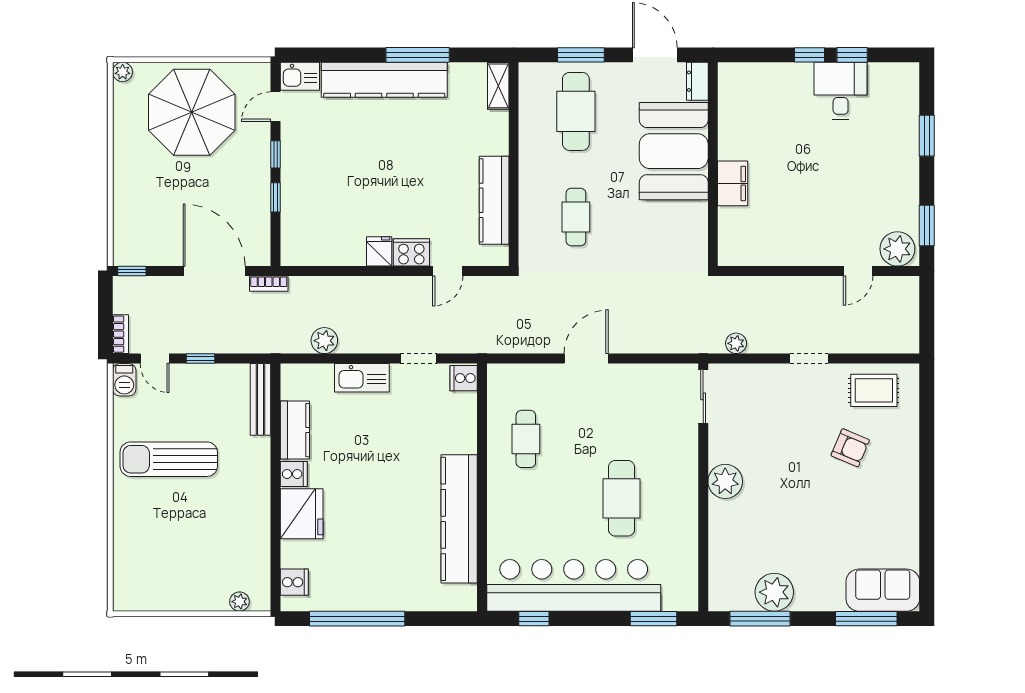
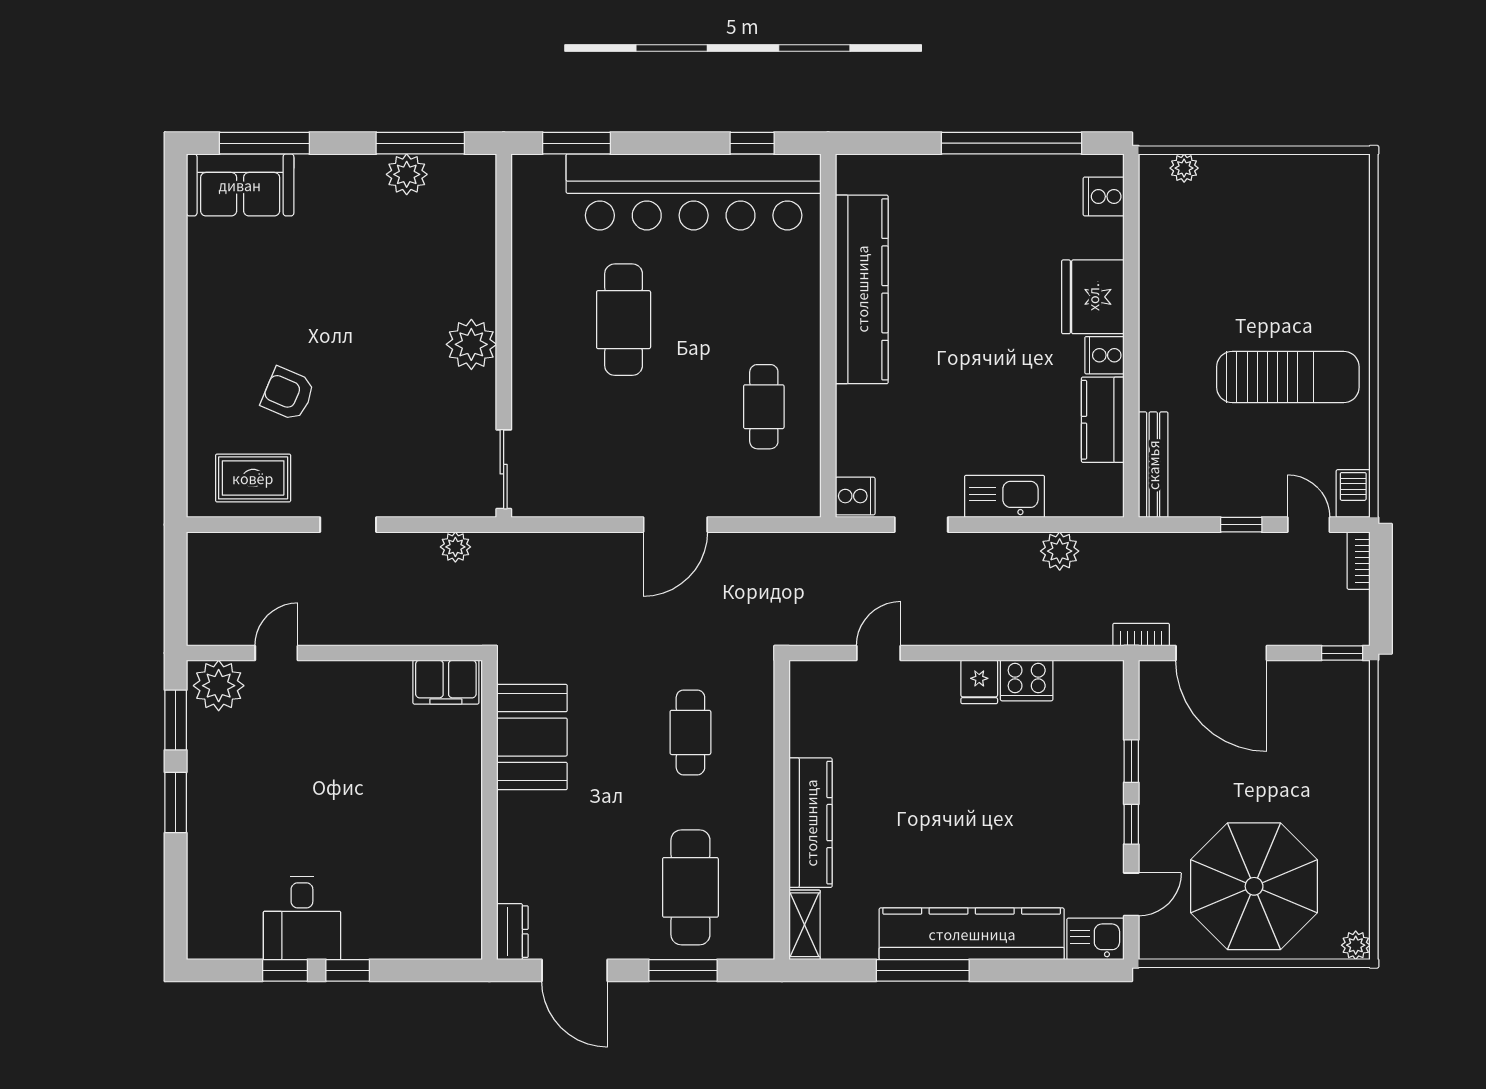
window: (927, 136) -> (176, 802), moved
booth: (674, 151) -> (532, 737), moved, width x0.73, depth x0.70
filing cabinet: (733, 183) -> (446, 682), moved, turned -90
kitchen counter: (494, 200) -> (811, 823), moved
cooker: (411, 252) -> (1027, 680), moved
plant: (774, 592) -> (407, 174), width x0.73, depth x0.73

